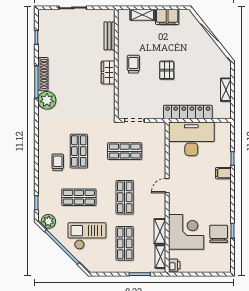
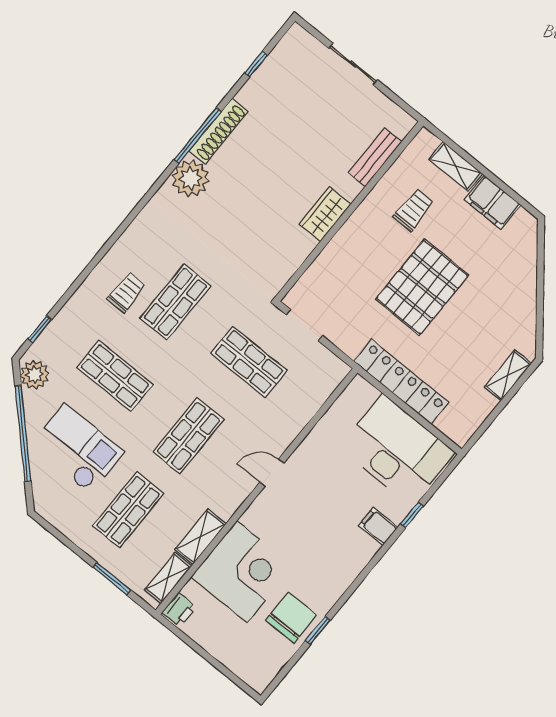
trolley: (133, 64) -> (413, 210), moved
pallet: (167, 70) -> (422, 287), width x2.05, depth x2.00
shelving: (226, 90) -> (508, 375), moved
desk: (191, 139) -> (397, 450), moved

